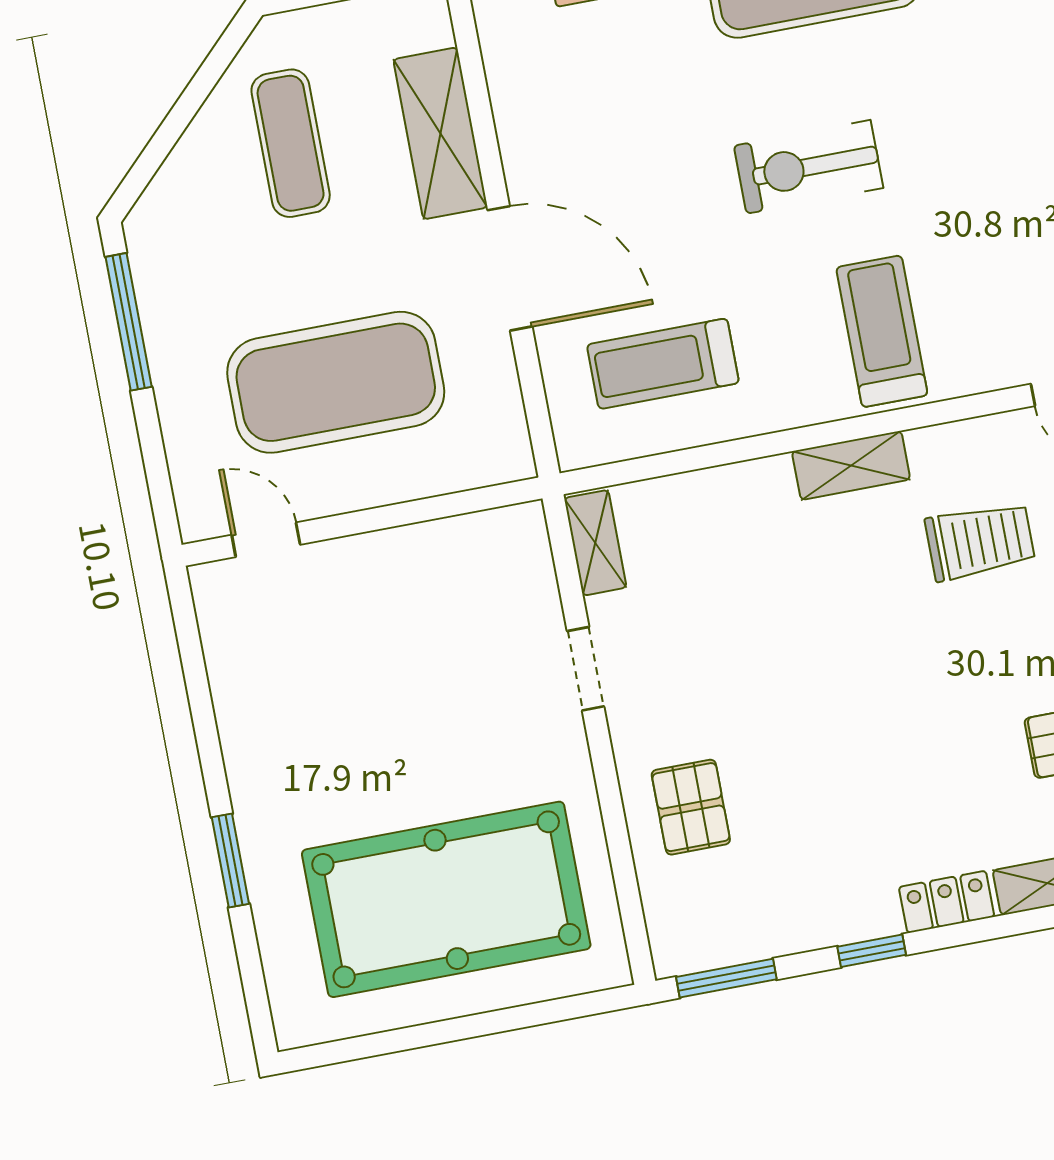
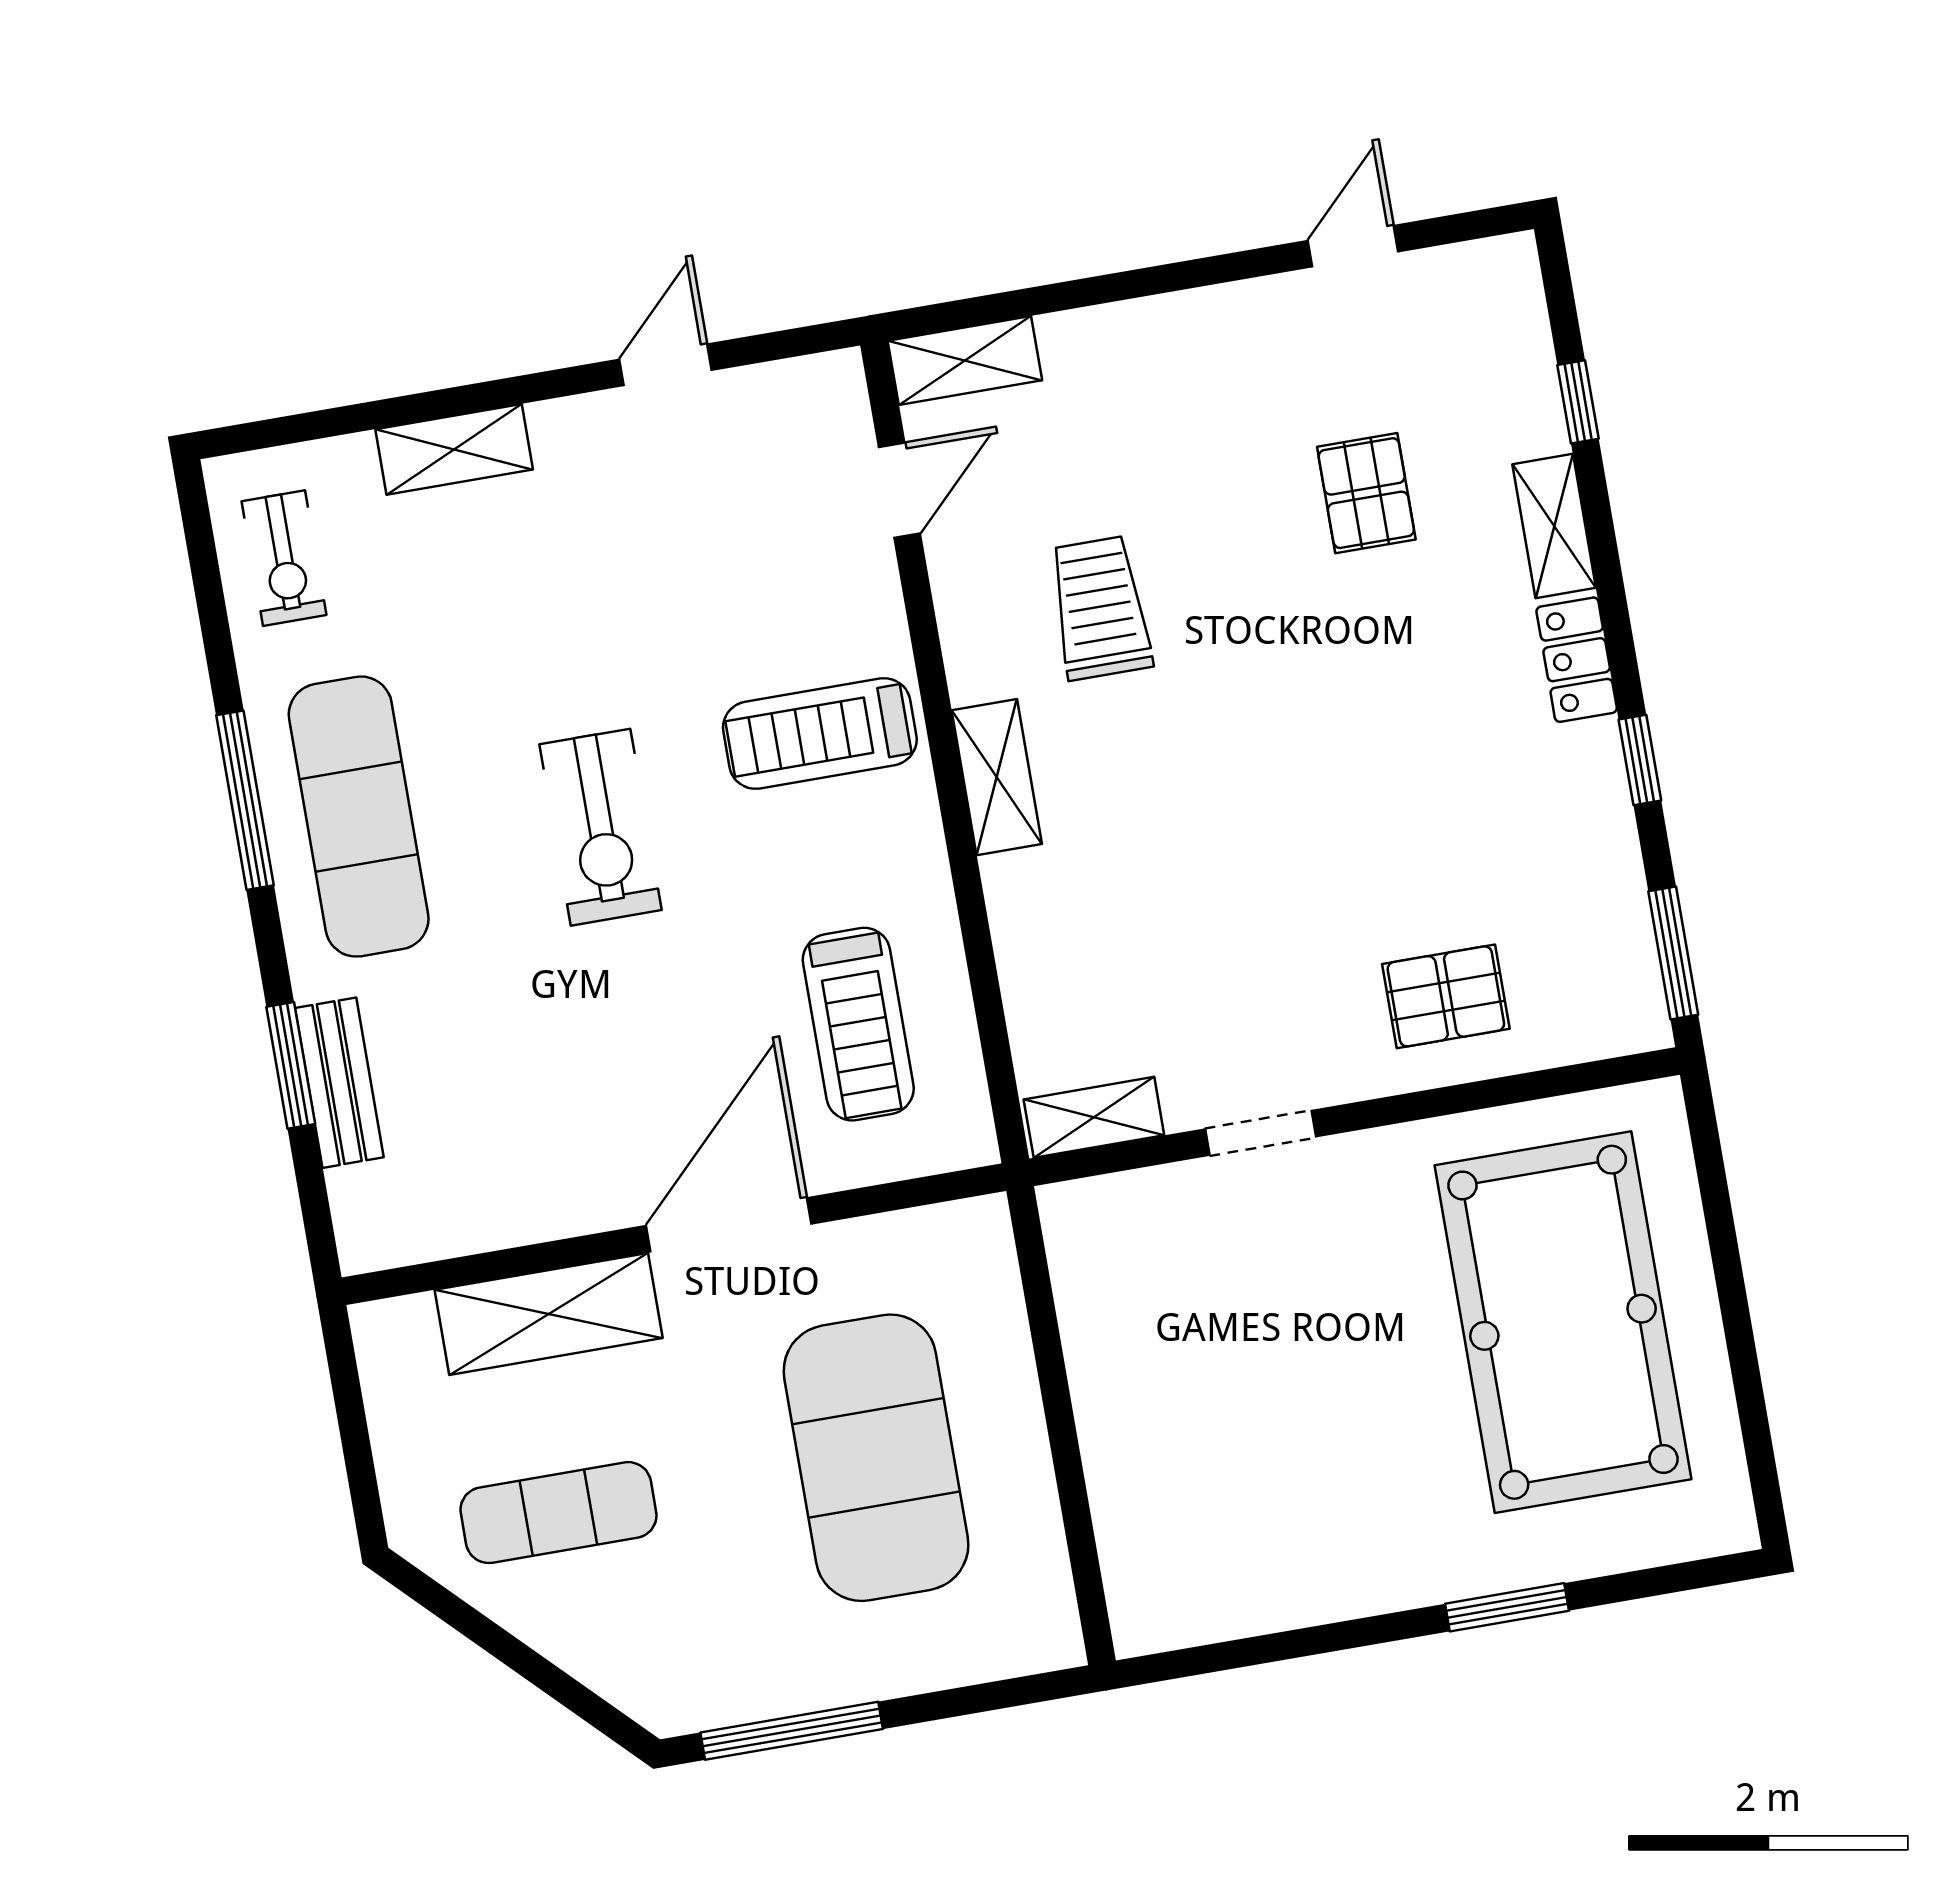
door: (266, 540) -> (1083, 1553), removed

